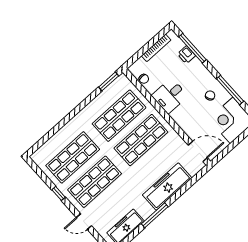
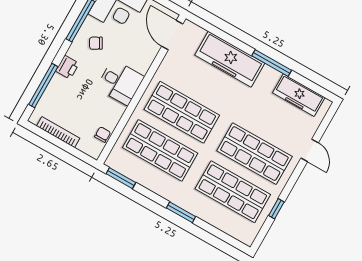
printer: (186, 55) -> (67, 67), moved
desk: (170, 96) -> (120, 82), moved
window: (70, 116) -> (181, 212), added
window: (58, 193) -> (276, 209), moved

